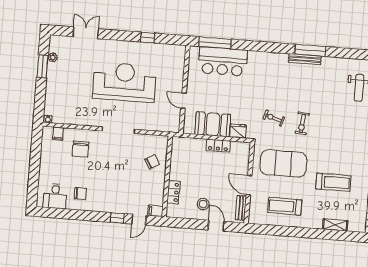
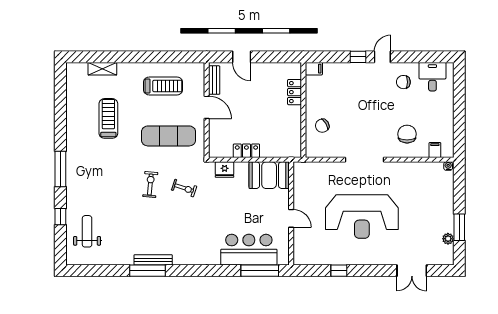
door: (184, 101) -> (291, 218), moved
booth: (213, 124) -> (269, 175), moved
exercise mat: (283, 163) -> (169, 136), width x0.68
treadmill: (333, 182) -> (108, 118), turned 90
stool: (203, 204) -> (259, 81), removed
door: (139, 220) -> (382, 57), moved

